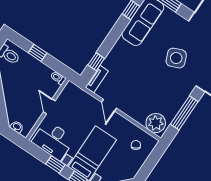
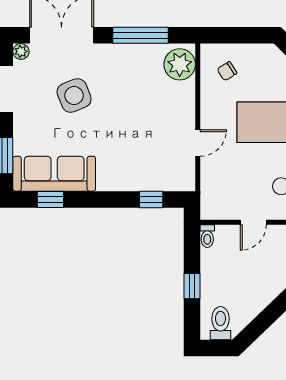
tv unit: (97, 79) -> (174, 183), removed

